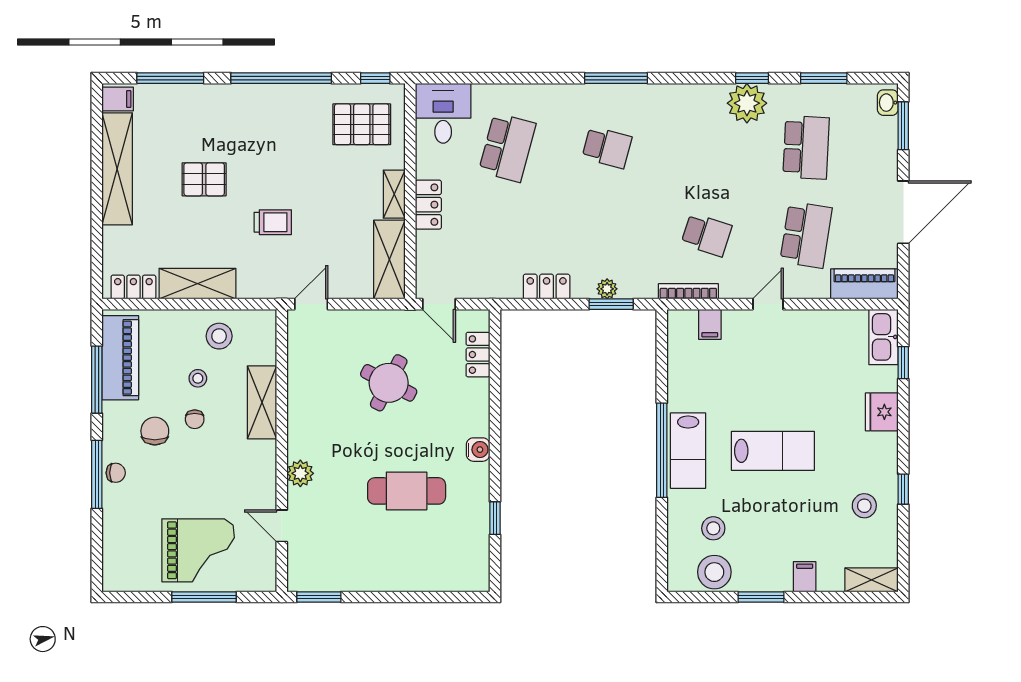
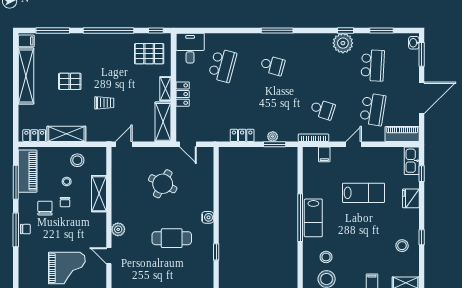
locker: (478, 355) -> (208, 170), removed
lab bench: (773, 451) -> (364, 193), moved

